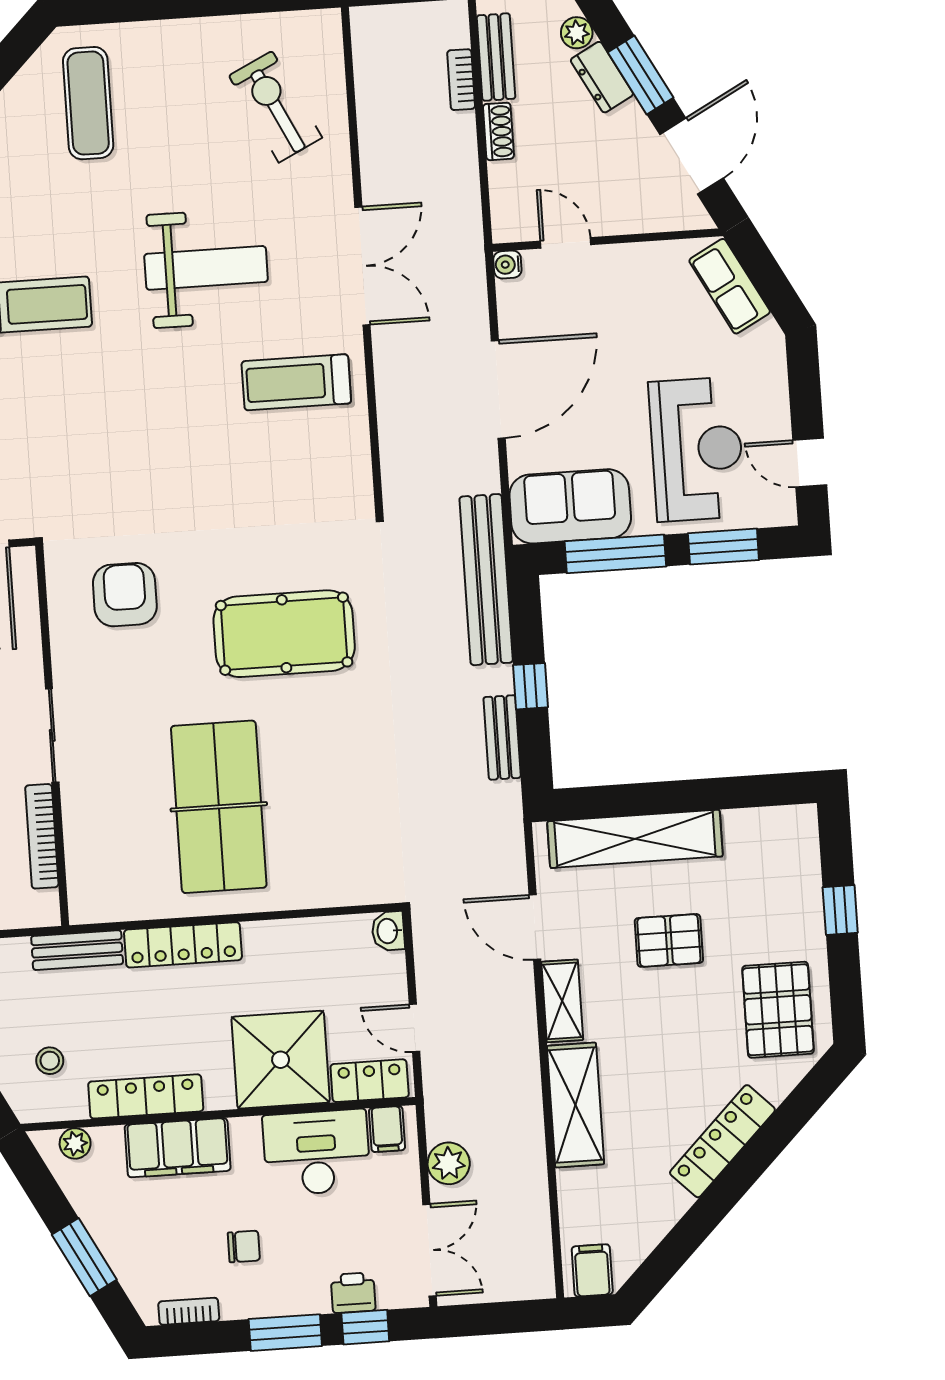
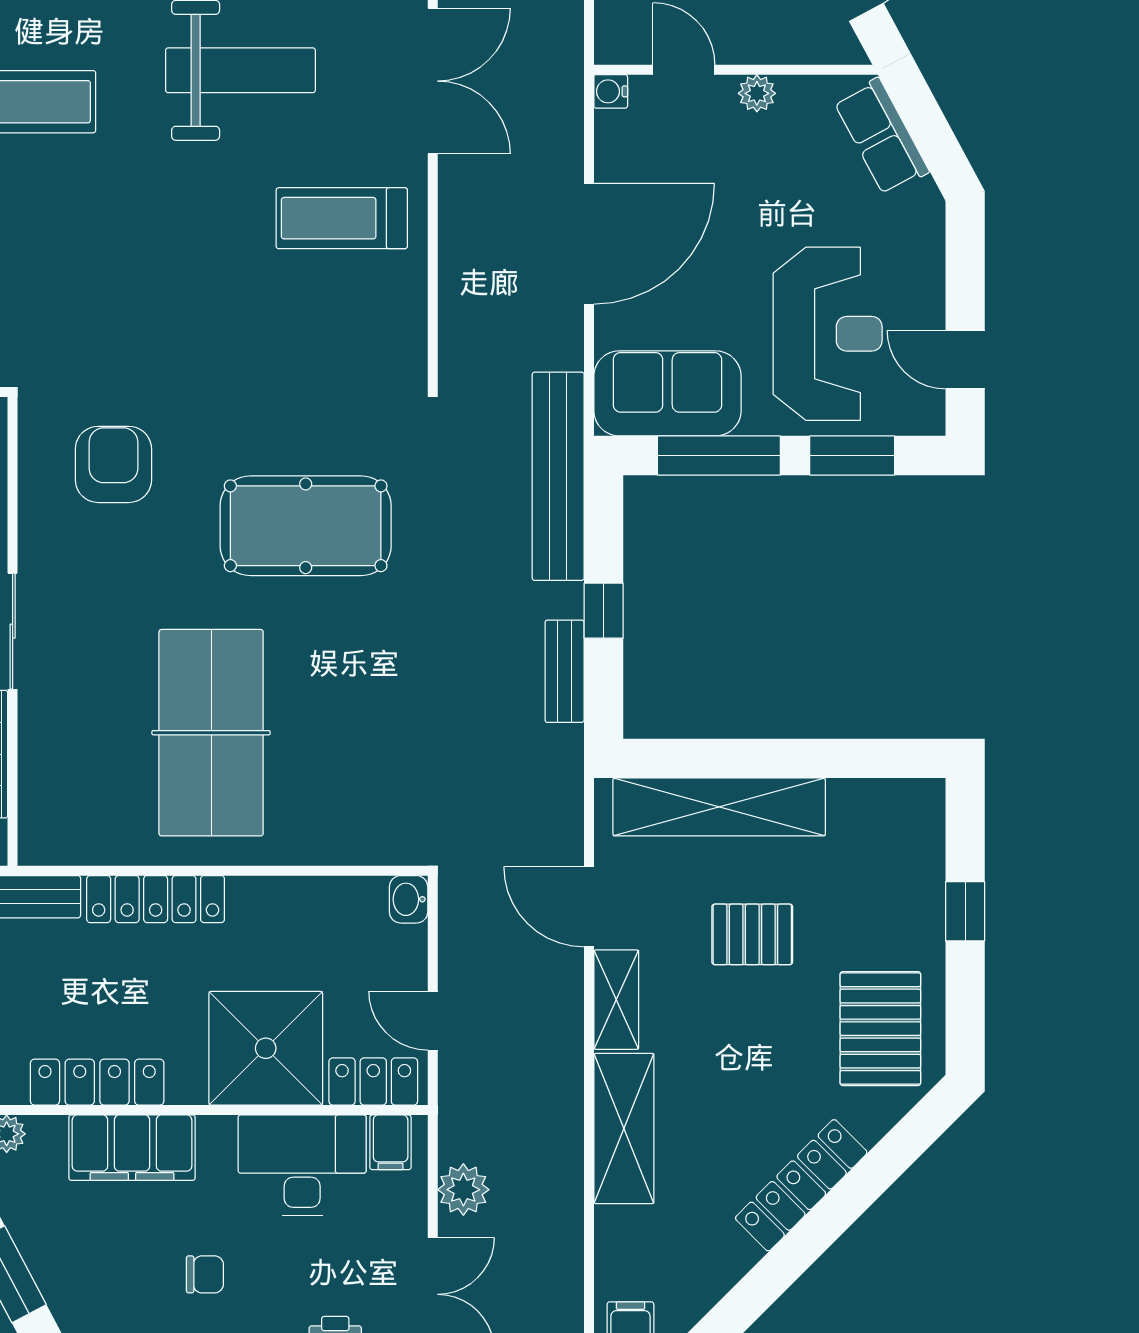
plant: (626, 258) -> (757, 93), added

